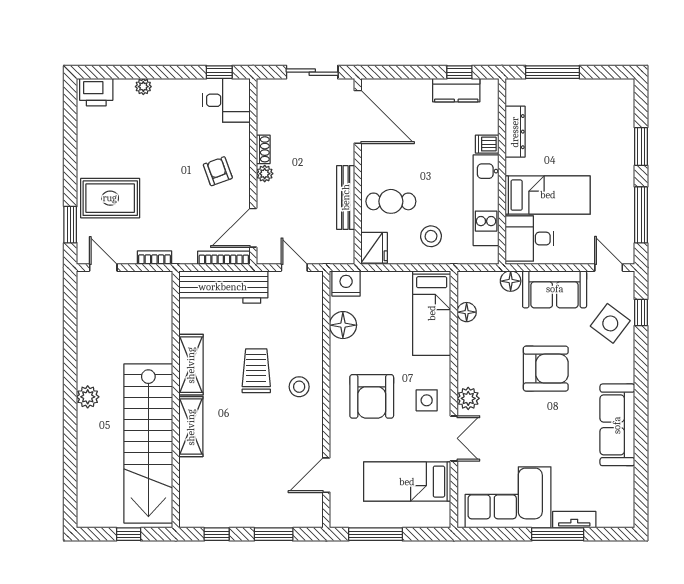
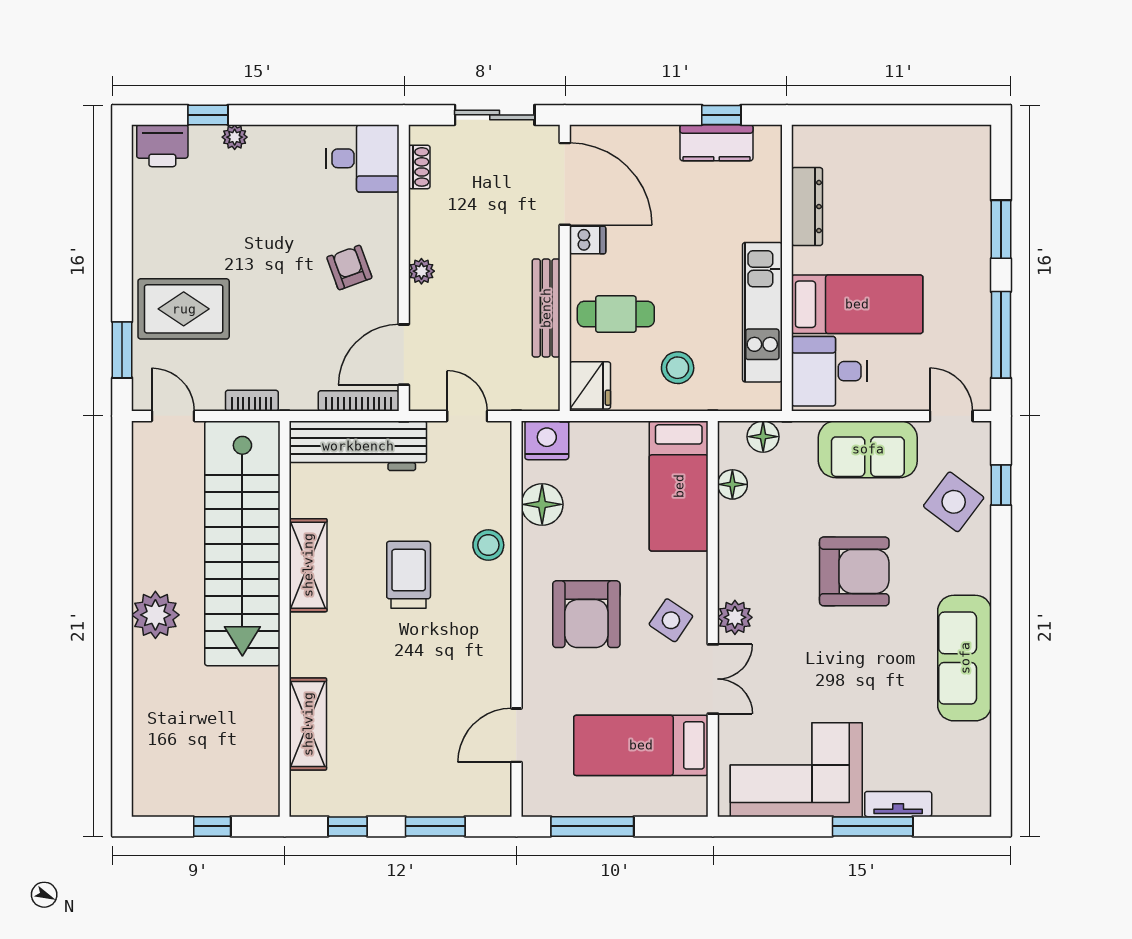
window: (219, 72) -> (208, 115), moved
window: (553, 72) -> (865, 115), removed
dishwasher: (487, 144) -> (588, 240), moved, turned 180
shoe rack: (263, 149) -> (419, 167), moved
floor lamp: (511, 281) -> (763, 437), moved
stool: (299, 387) -> (488, 545), moved
plant: (88, 397) -> (155, 615), width x1.36, depth x1.36
side table: (427, 400) -> (671, 620), turned 34
shelving: (191, 427) -> (308, 724), moved
stairs: (148, 443) -> (242, 543), moved

